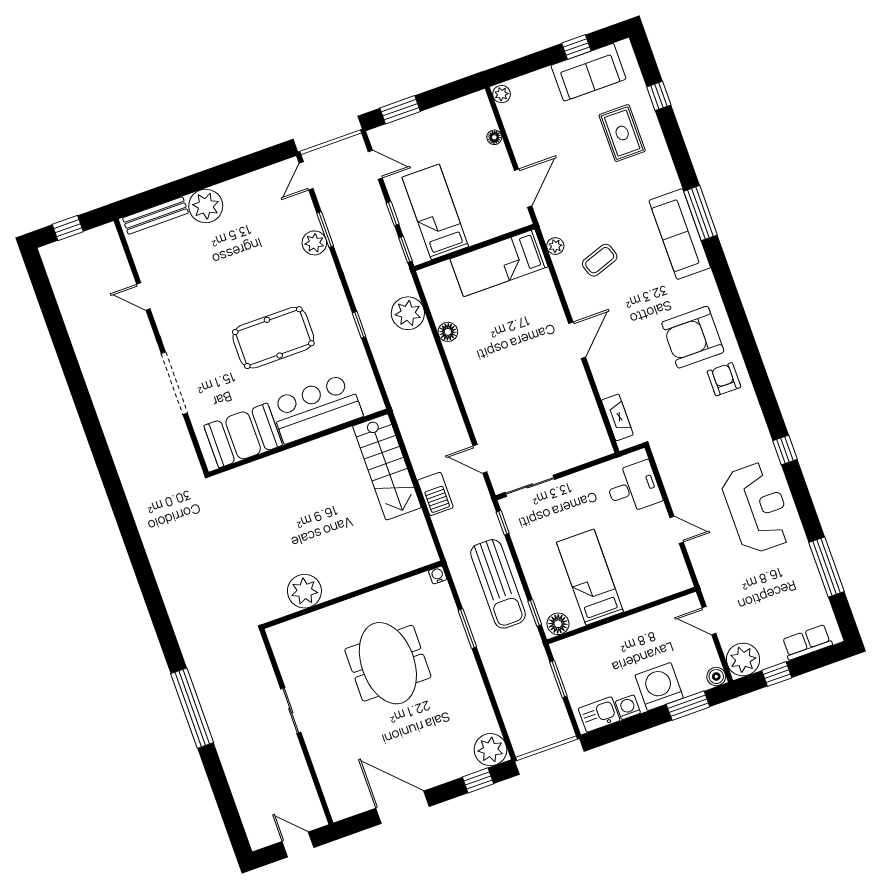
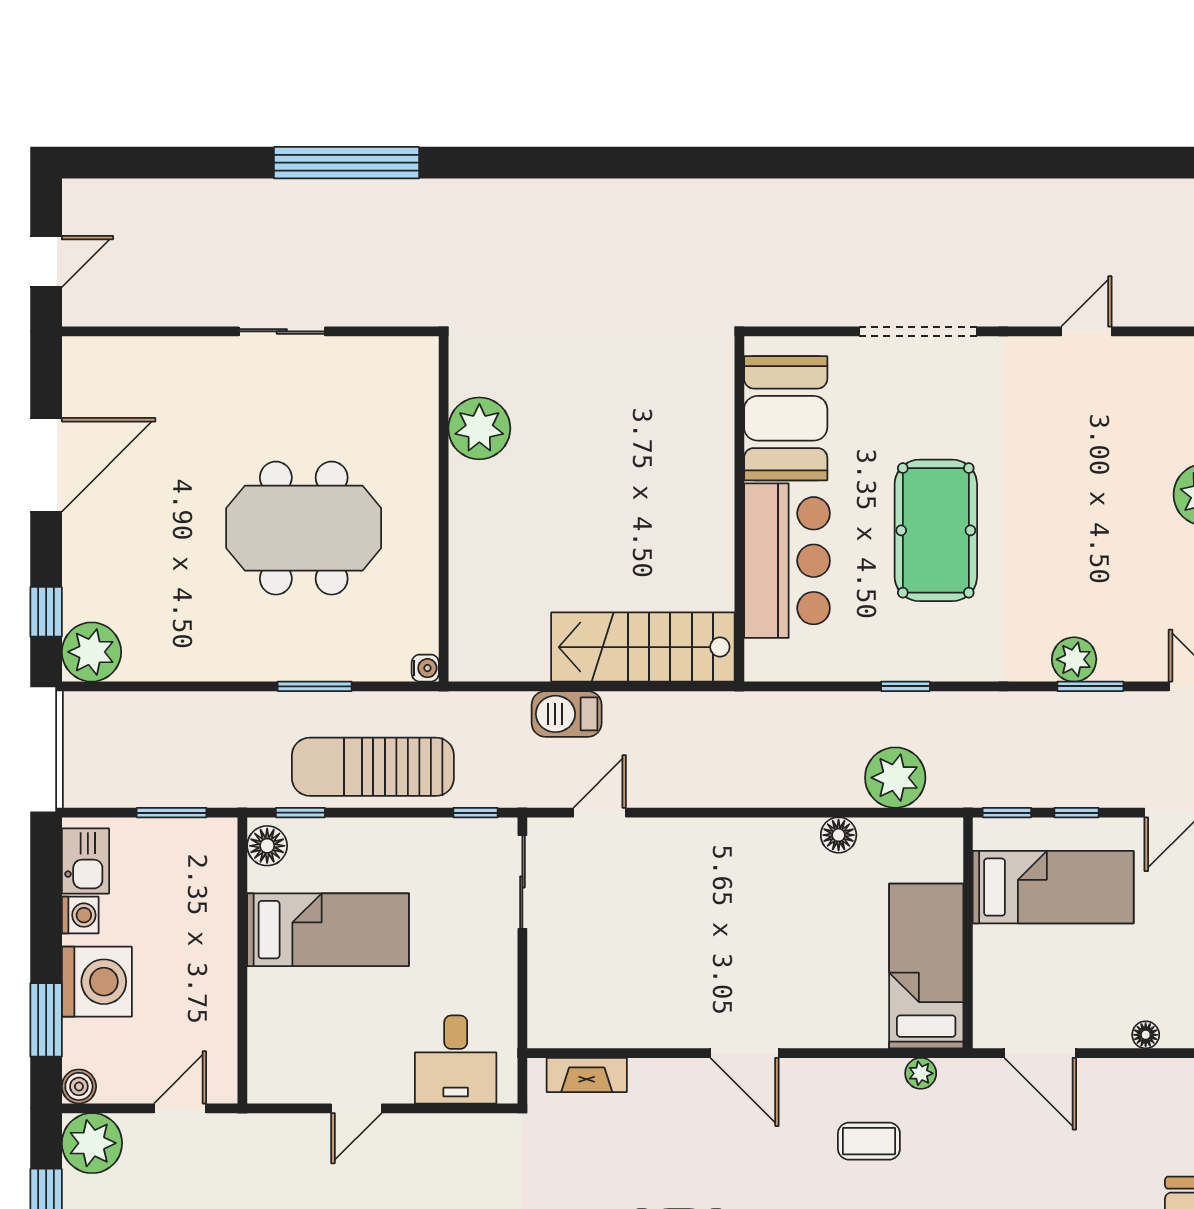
coffee table: (600, 260) -> (869, 1141), turned -71

